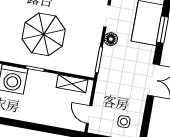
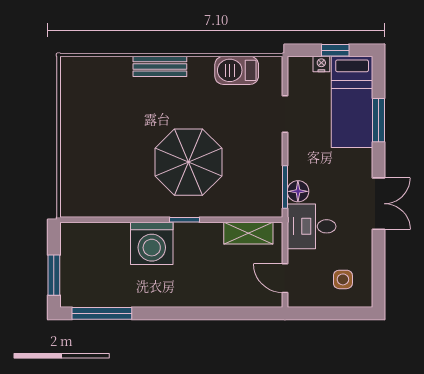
floor lamp: (111, 39) -> (298, 191), moved
desk: (111, 86) -> (312, 226), added

